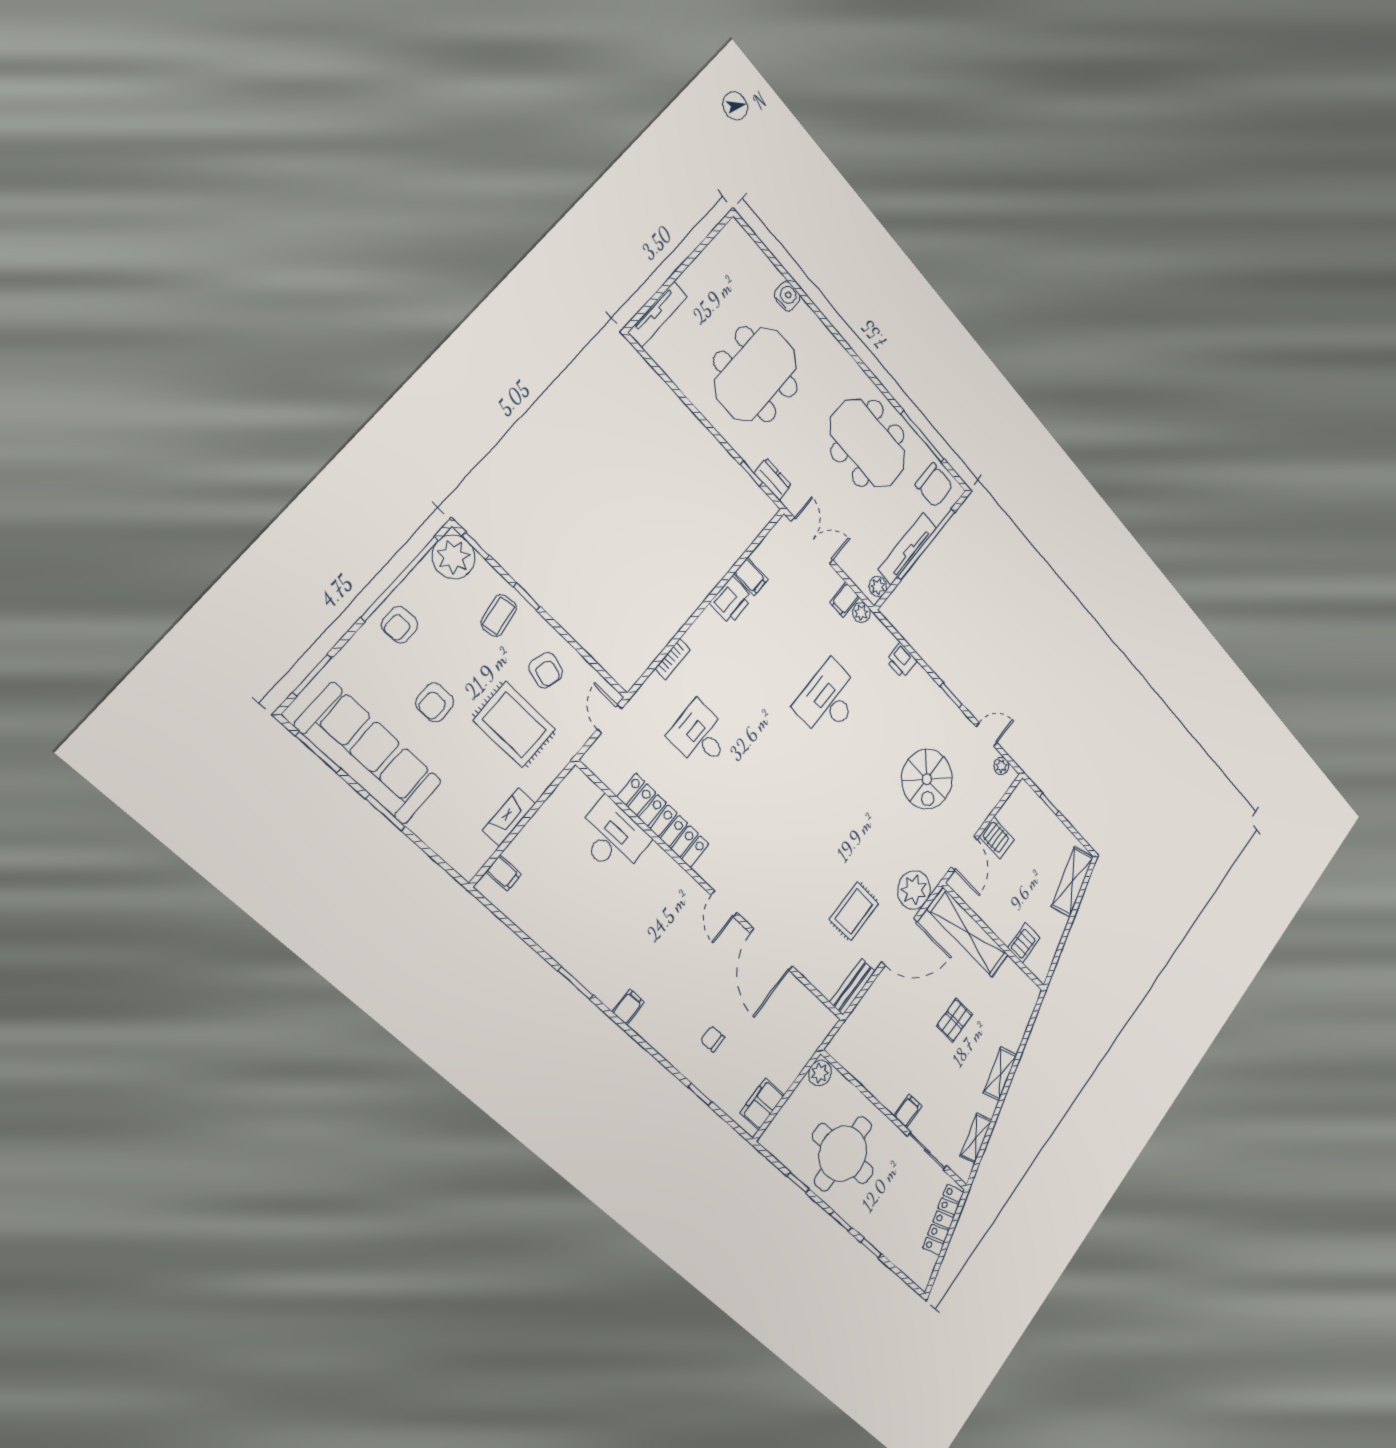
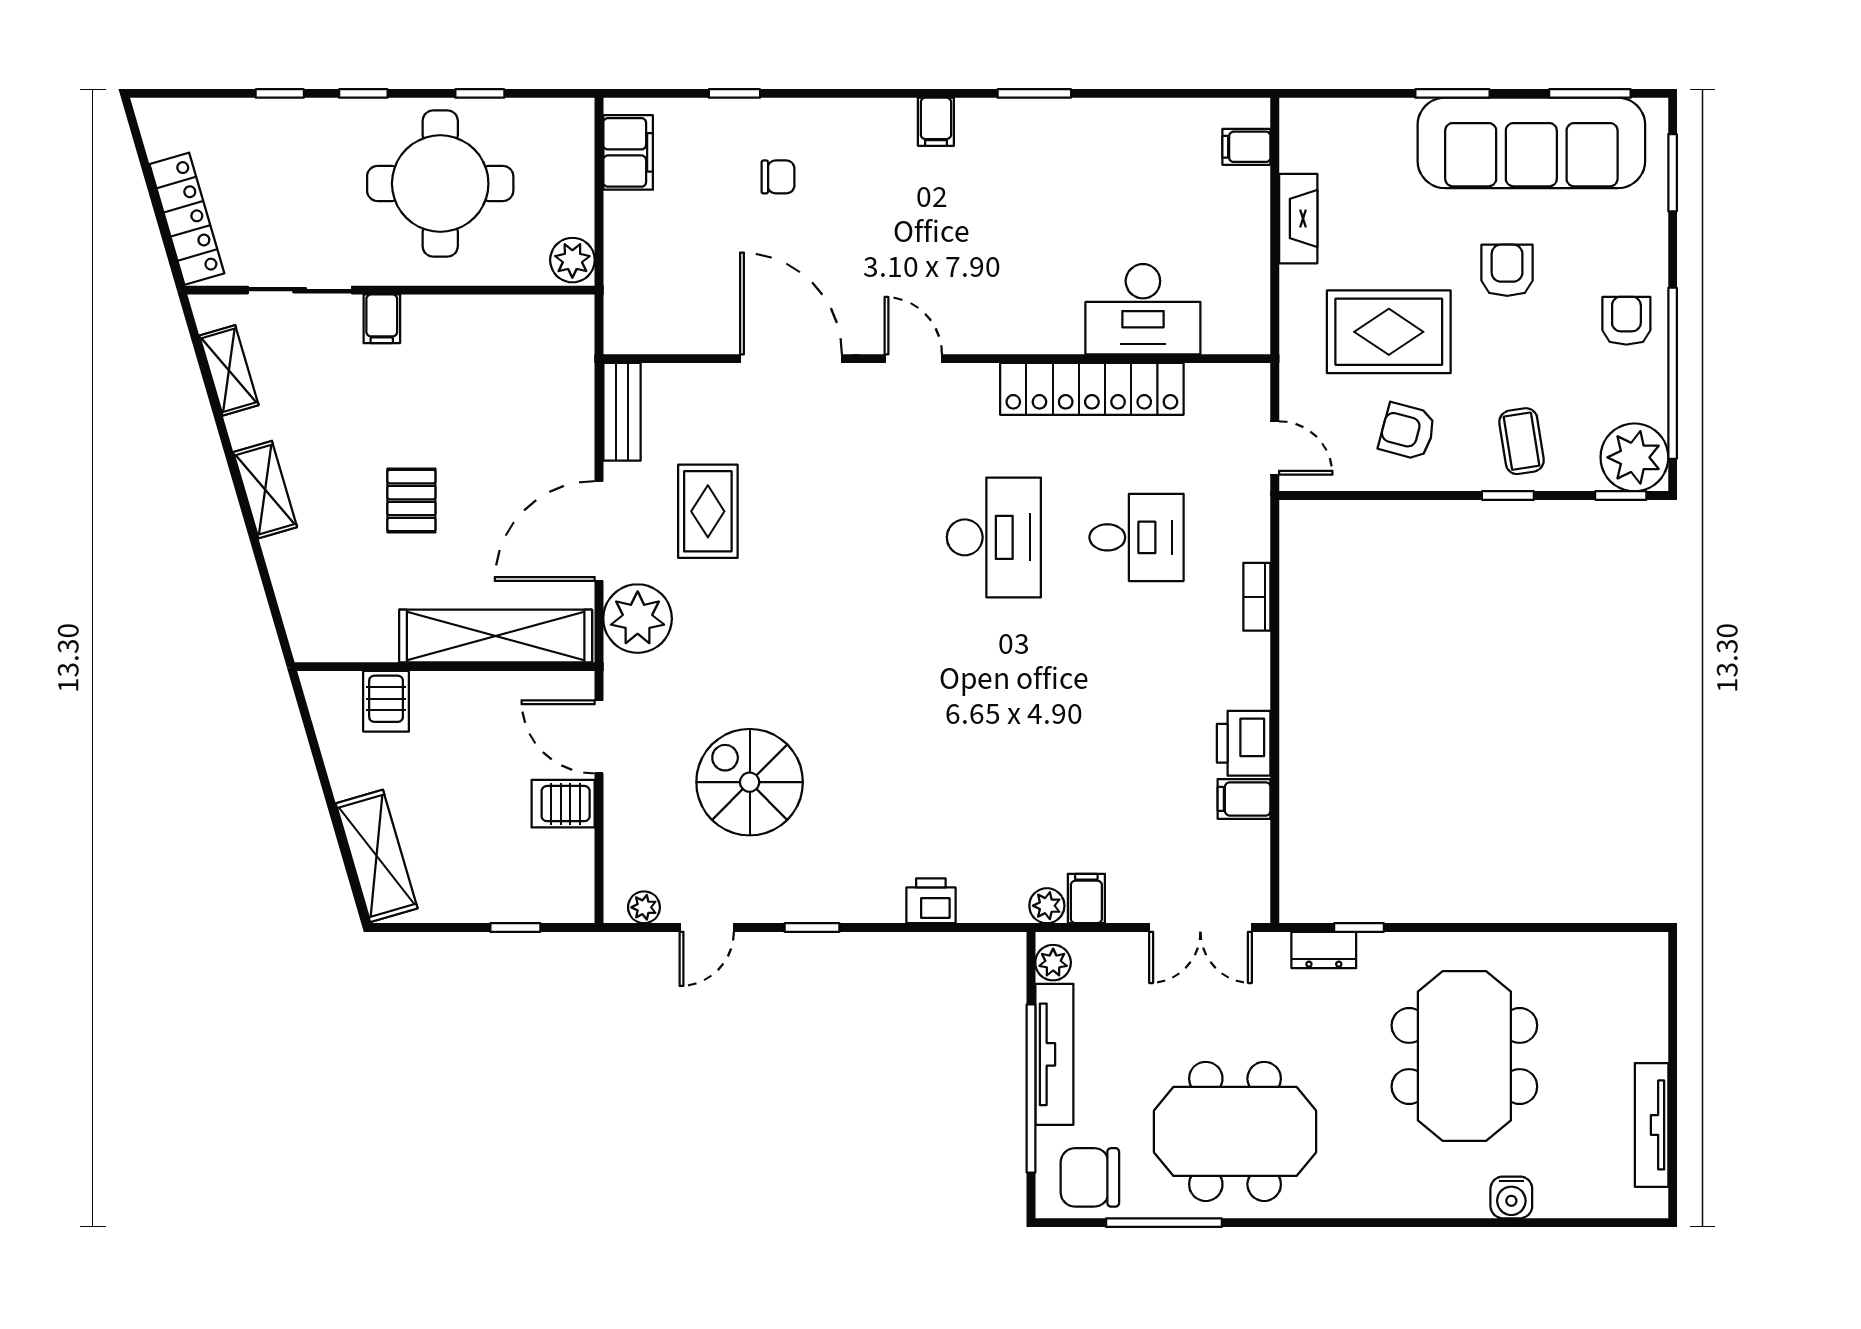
tv unit: (658, 314) -> (1652, 1125), moved
desk: (828, 700) -> (994, 537), moved

